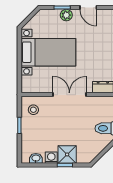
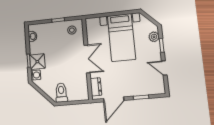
door: (88, 8) -> (164, 68), hinge flipped
plant: (66, 15) -> (154, 37), moved
washing machine: (51, 158) -> (36, 75), moved

